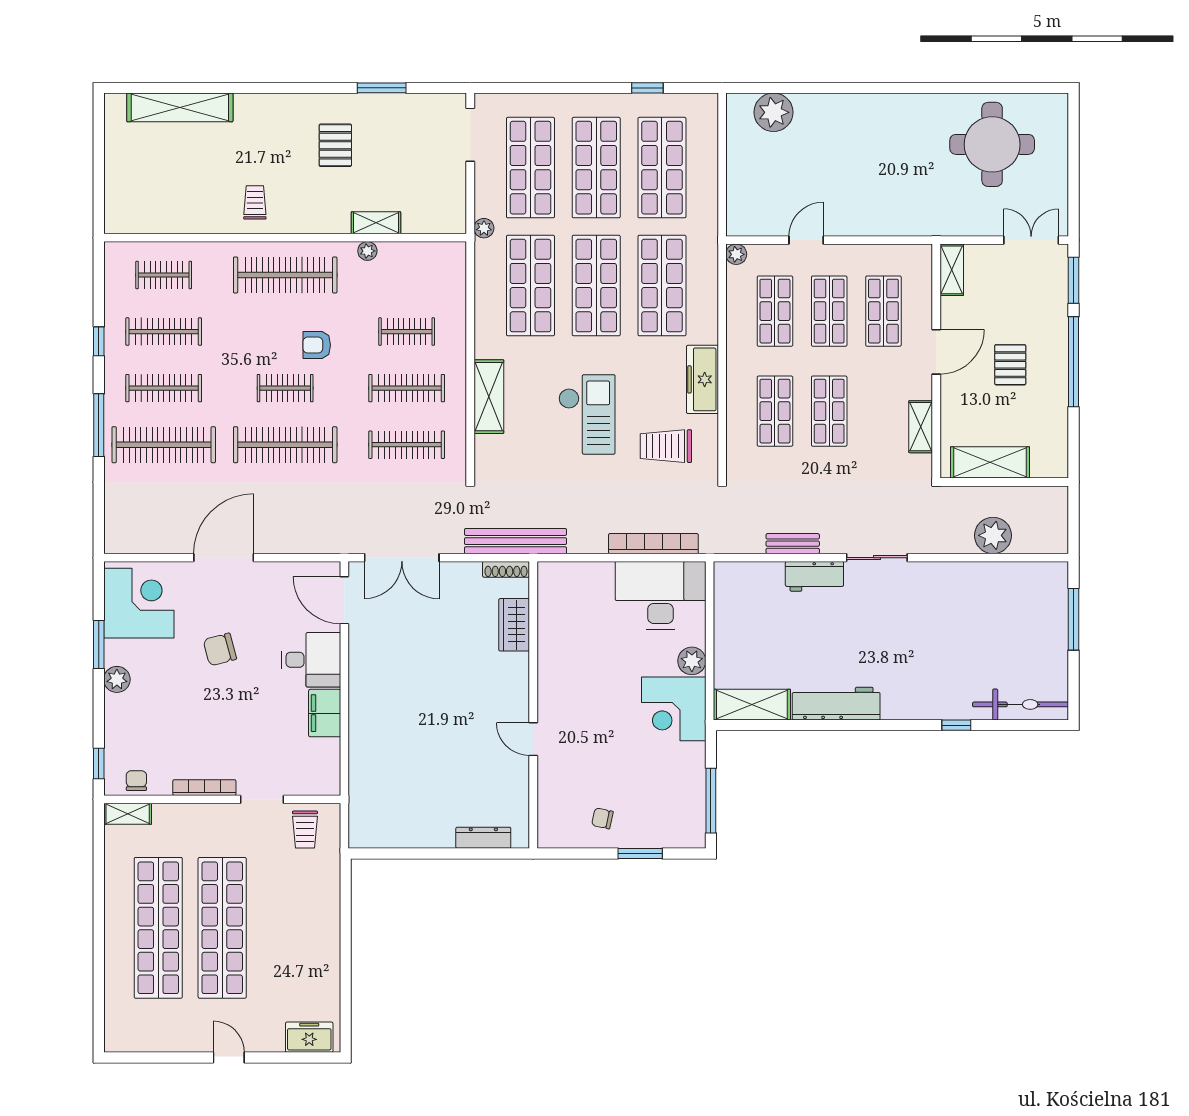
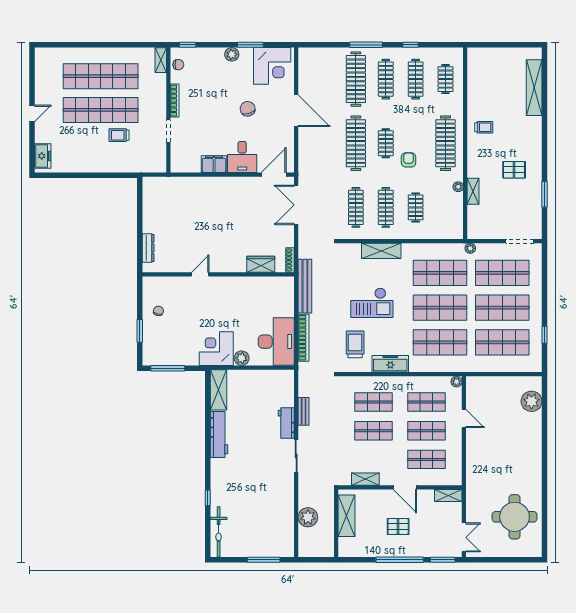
bench: (516, 541) -> (305, 286), moved
trolley: (305, 830) -> (119, 135), moved

